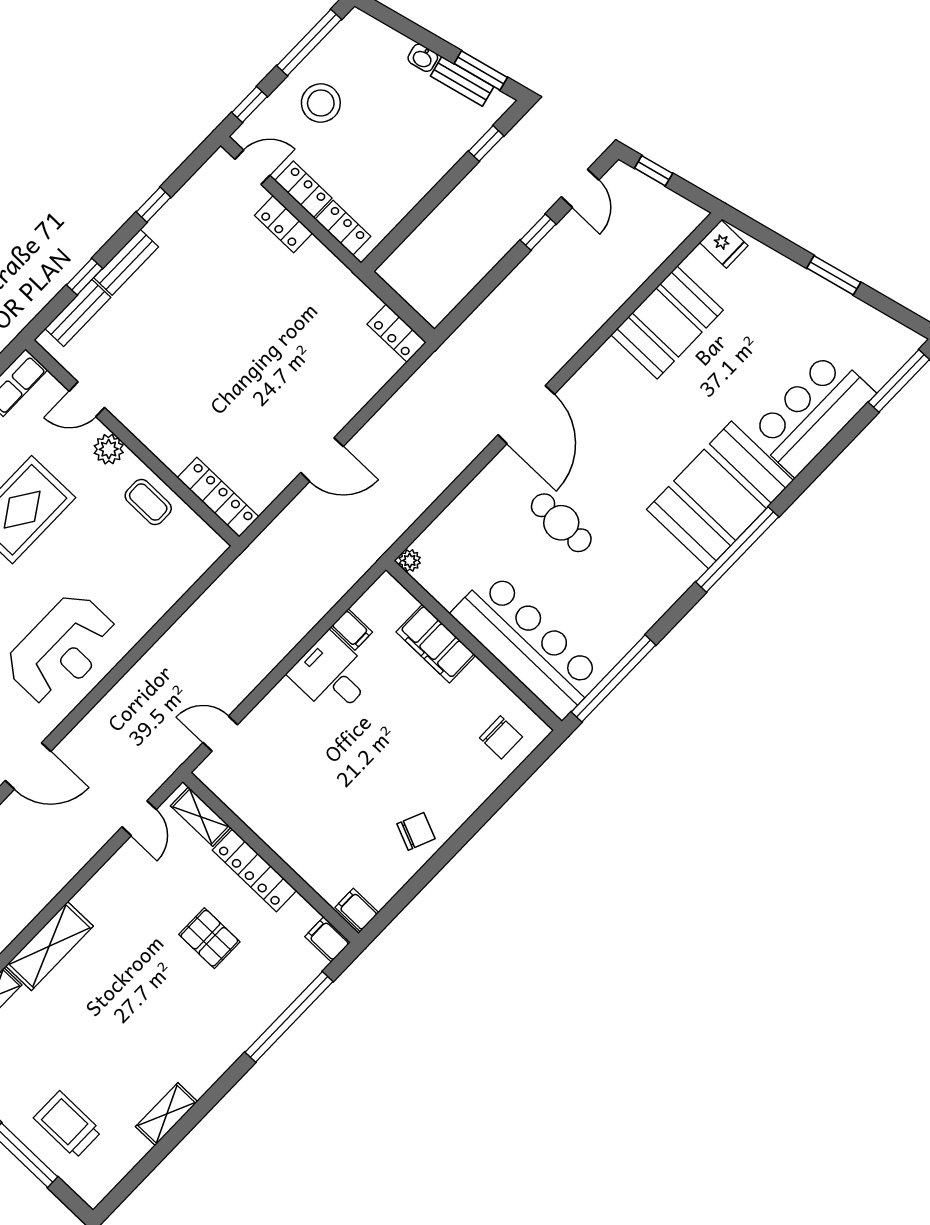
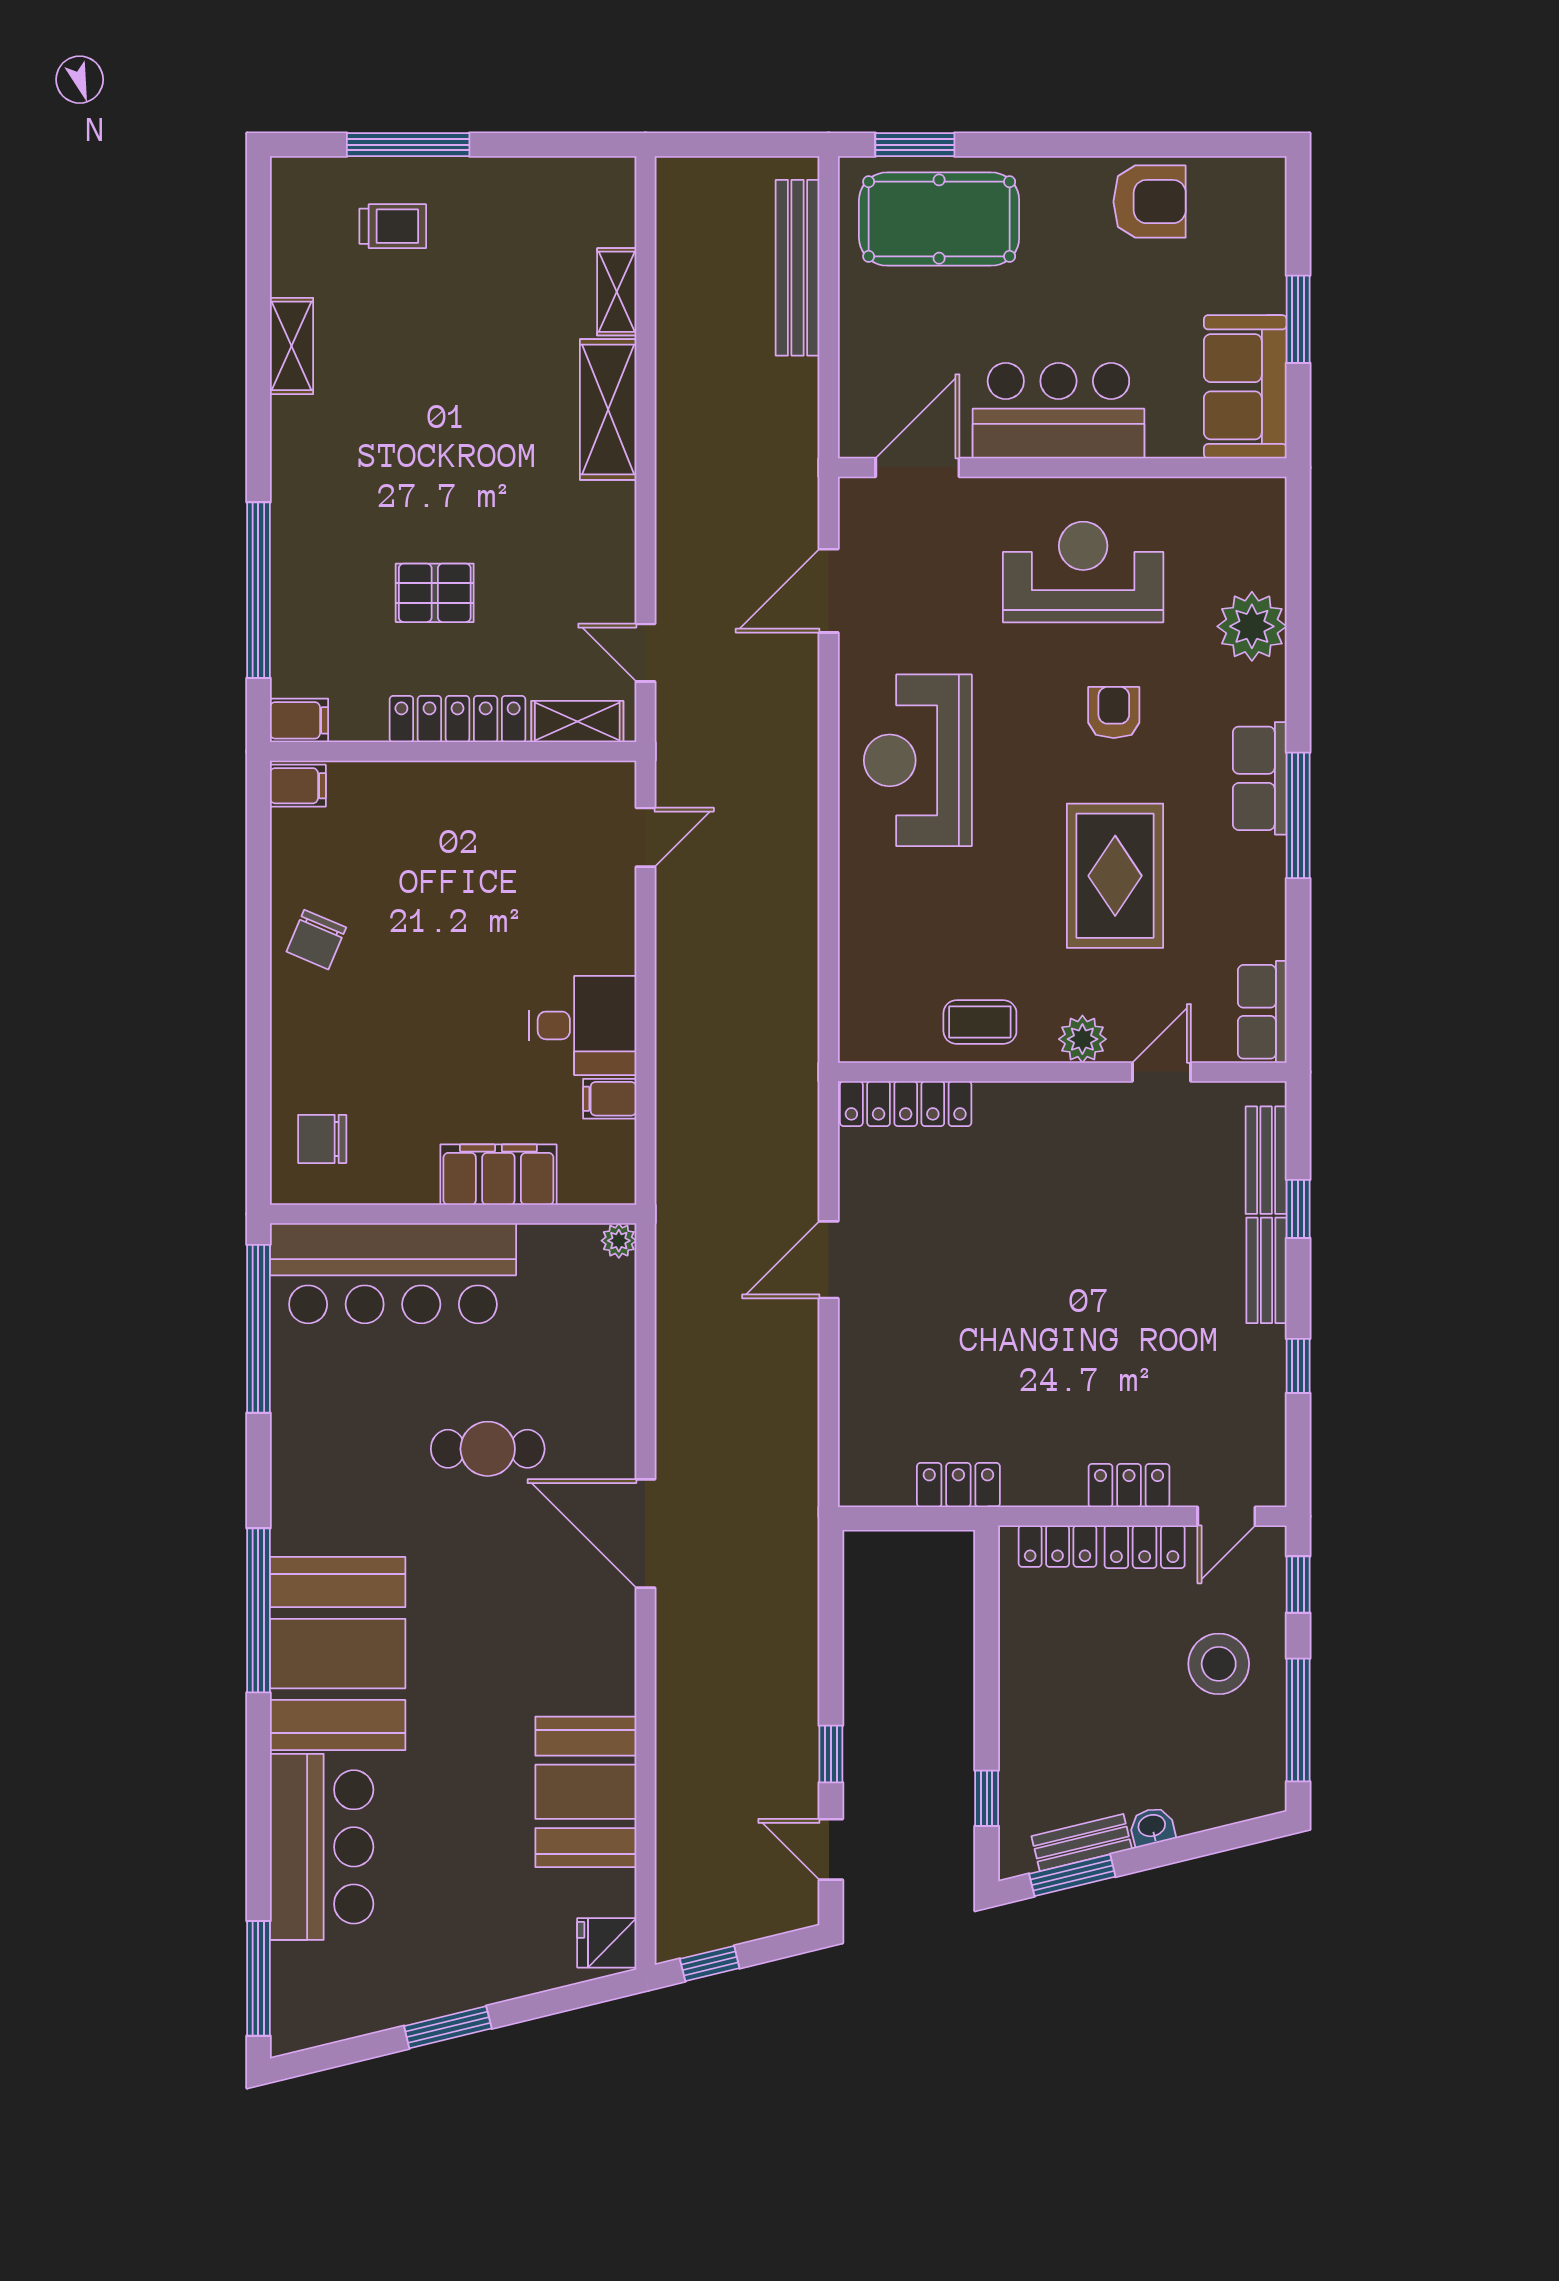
window: (654, 171) -> (710, 1963), moved
locker: (397, 333) -> (958, 1485), moved
trolley: (68, 1125) -> (393, 226), width x0.73, depth x0.72

